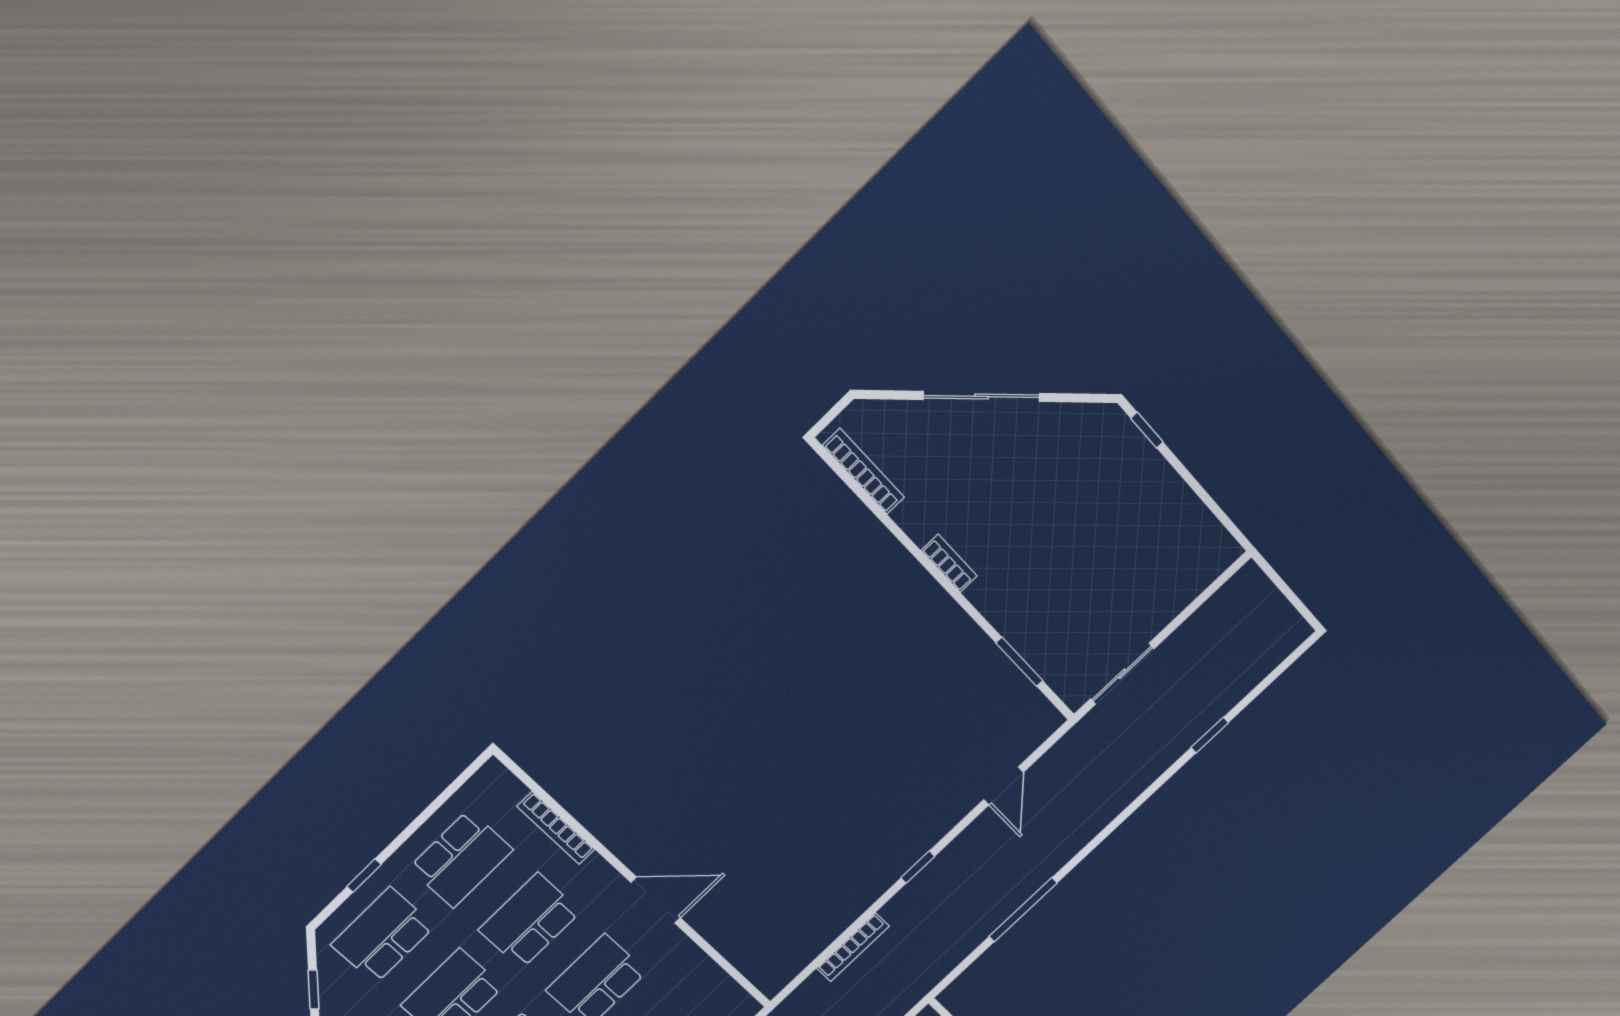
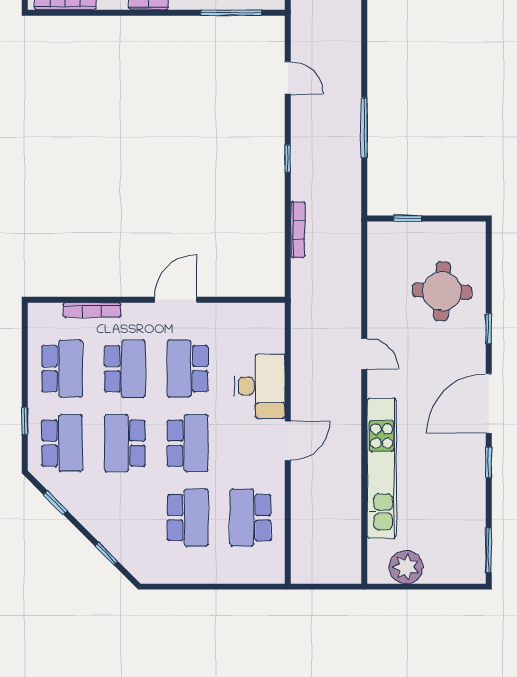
window: (1019, 662) -> (231, 13), width x1.44
school desk: (530, 921) -> (125, 369), turned 180
school desk: (383, 935) -> (62, 443), turned 180

